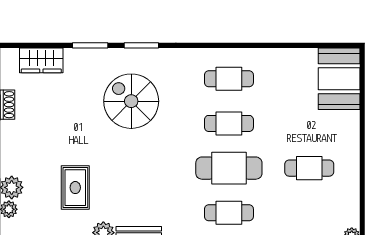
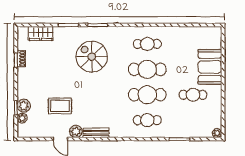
booth: (339, 79) -> (210, 67), moved
cafe table: (229, 123) -> (147, 69), width x1.37, depth x1.35
rug: (75, 188) -> (60, 106), turned 90

